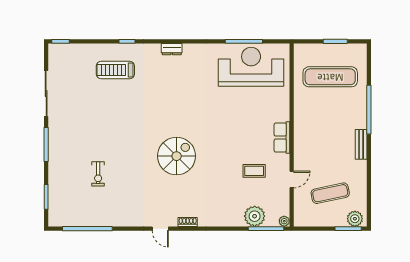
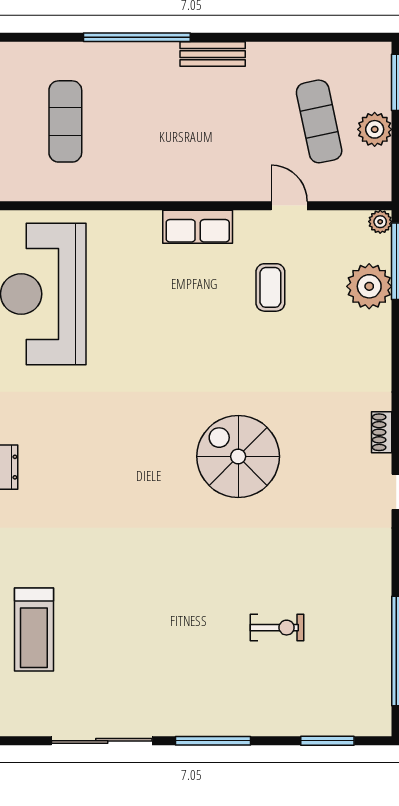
treadmill: (115, 70) -> (34, 629), moved
exercise mat: (330, 77) -> (65, 121), width x0.73, depth x0.69
plant: (355, 219) -> (375, 129), moved

